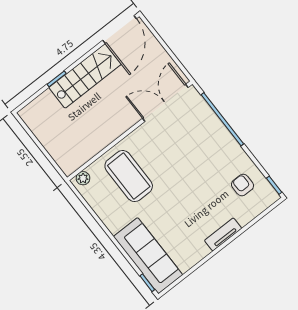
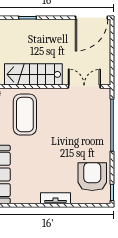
stairs: (85, 76) -> (33, 74), moved, turned 180
double door: (165, 103) -> (84, 87), width x0.73
armchair: (243, 185) -> (92, 177), width x1.88, depth x1.88

